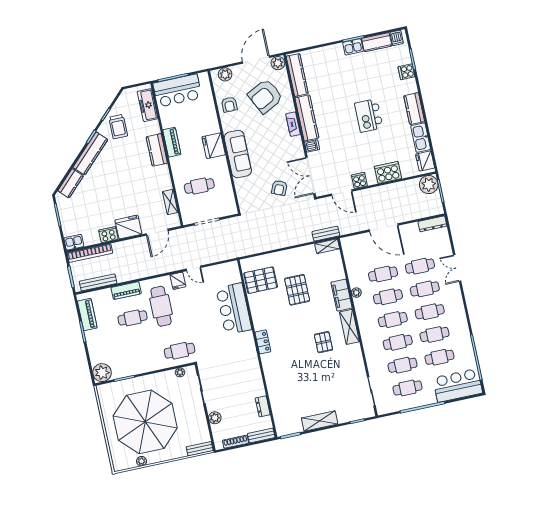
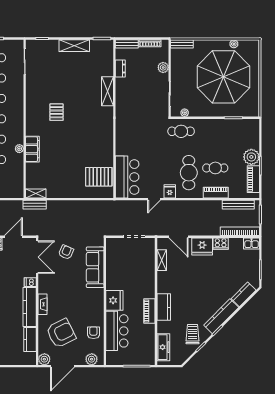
kitchen counter: (297, 75) -> (30, 339), width x0.67
bar counter: (177, 91) -> (117, 331), moved, turned 90
sofa: (238, 154) -> (95, 267), moved
cafe table: (199, 186) -> (134, 268), removed
door: (342, 193) -> (13, 237), hinge flipped
door: (157, 232) -> (179, 237), swing flipped
door: (194, 268) -> (154, 199), swing flipped
pallet: (297, 290) -> (69, 162), removed
bar counter: (234, 309) -> (127, 177), moved
shelving: (349, 327) -> (107, 91), moved
locker: (263, 342) -> (108, 124), removed
plant: (102, 373) -> (251, 157), moved

